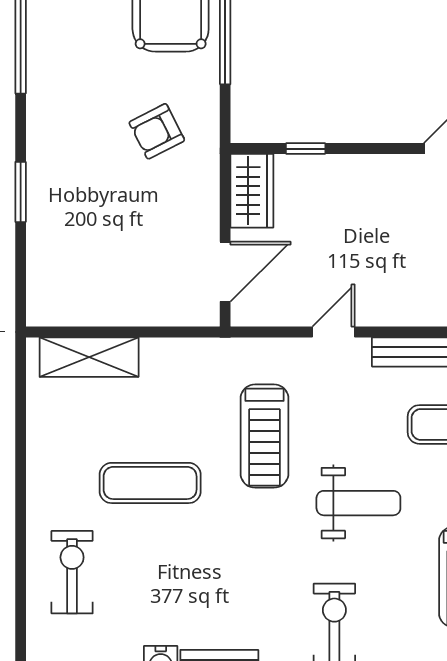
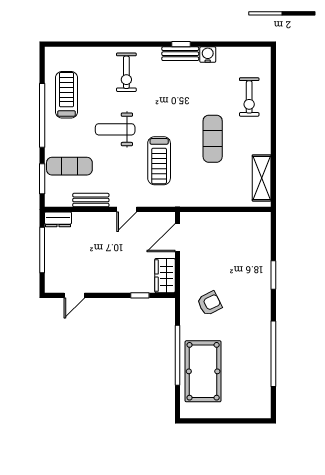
shelving: (89, 357) -> (262, 178), moved, turned 90
treadmill: (265, 436) -> (159, 161), turned 180
exercise mat: (150, 483) -> (213, 139), turned 90

